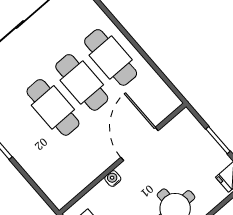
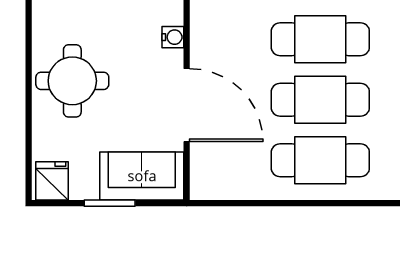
sofa: (192, 136) -> (142, 176), added

